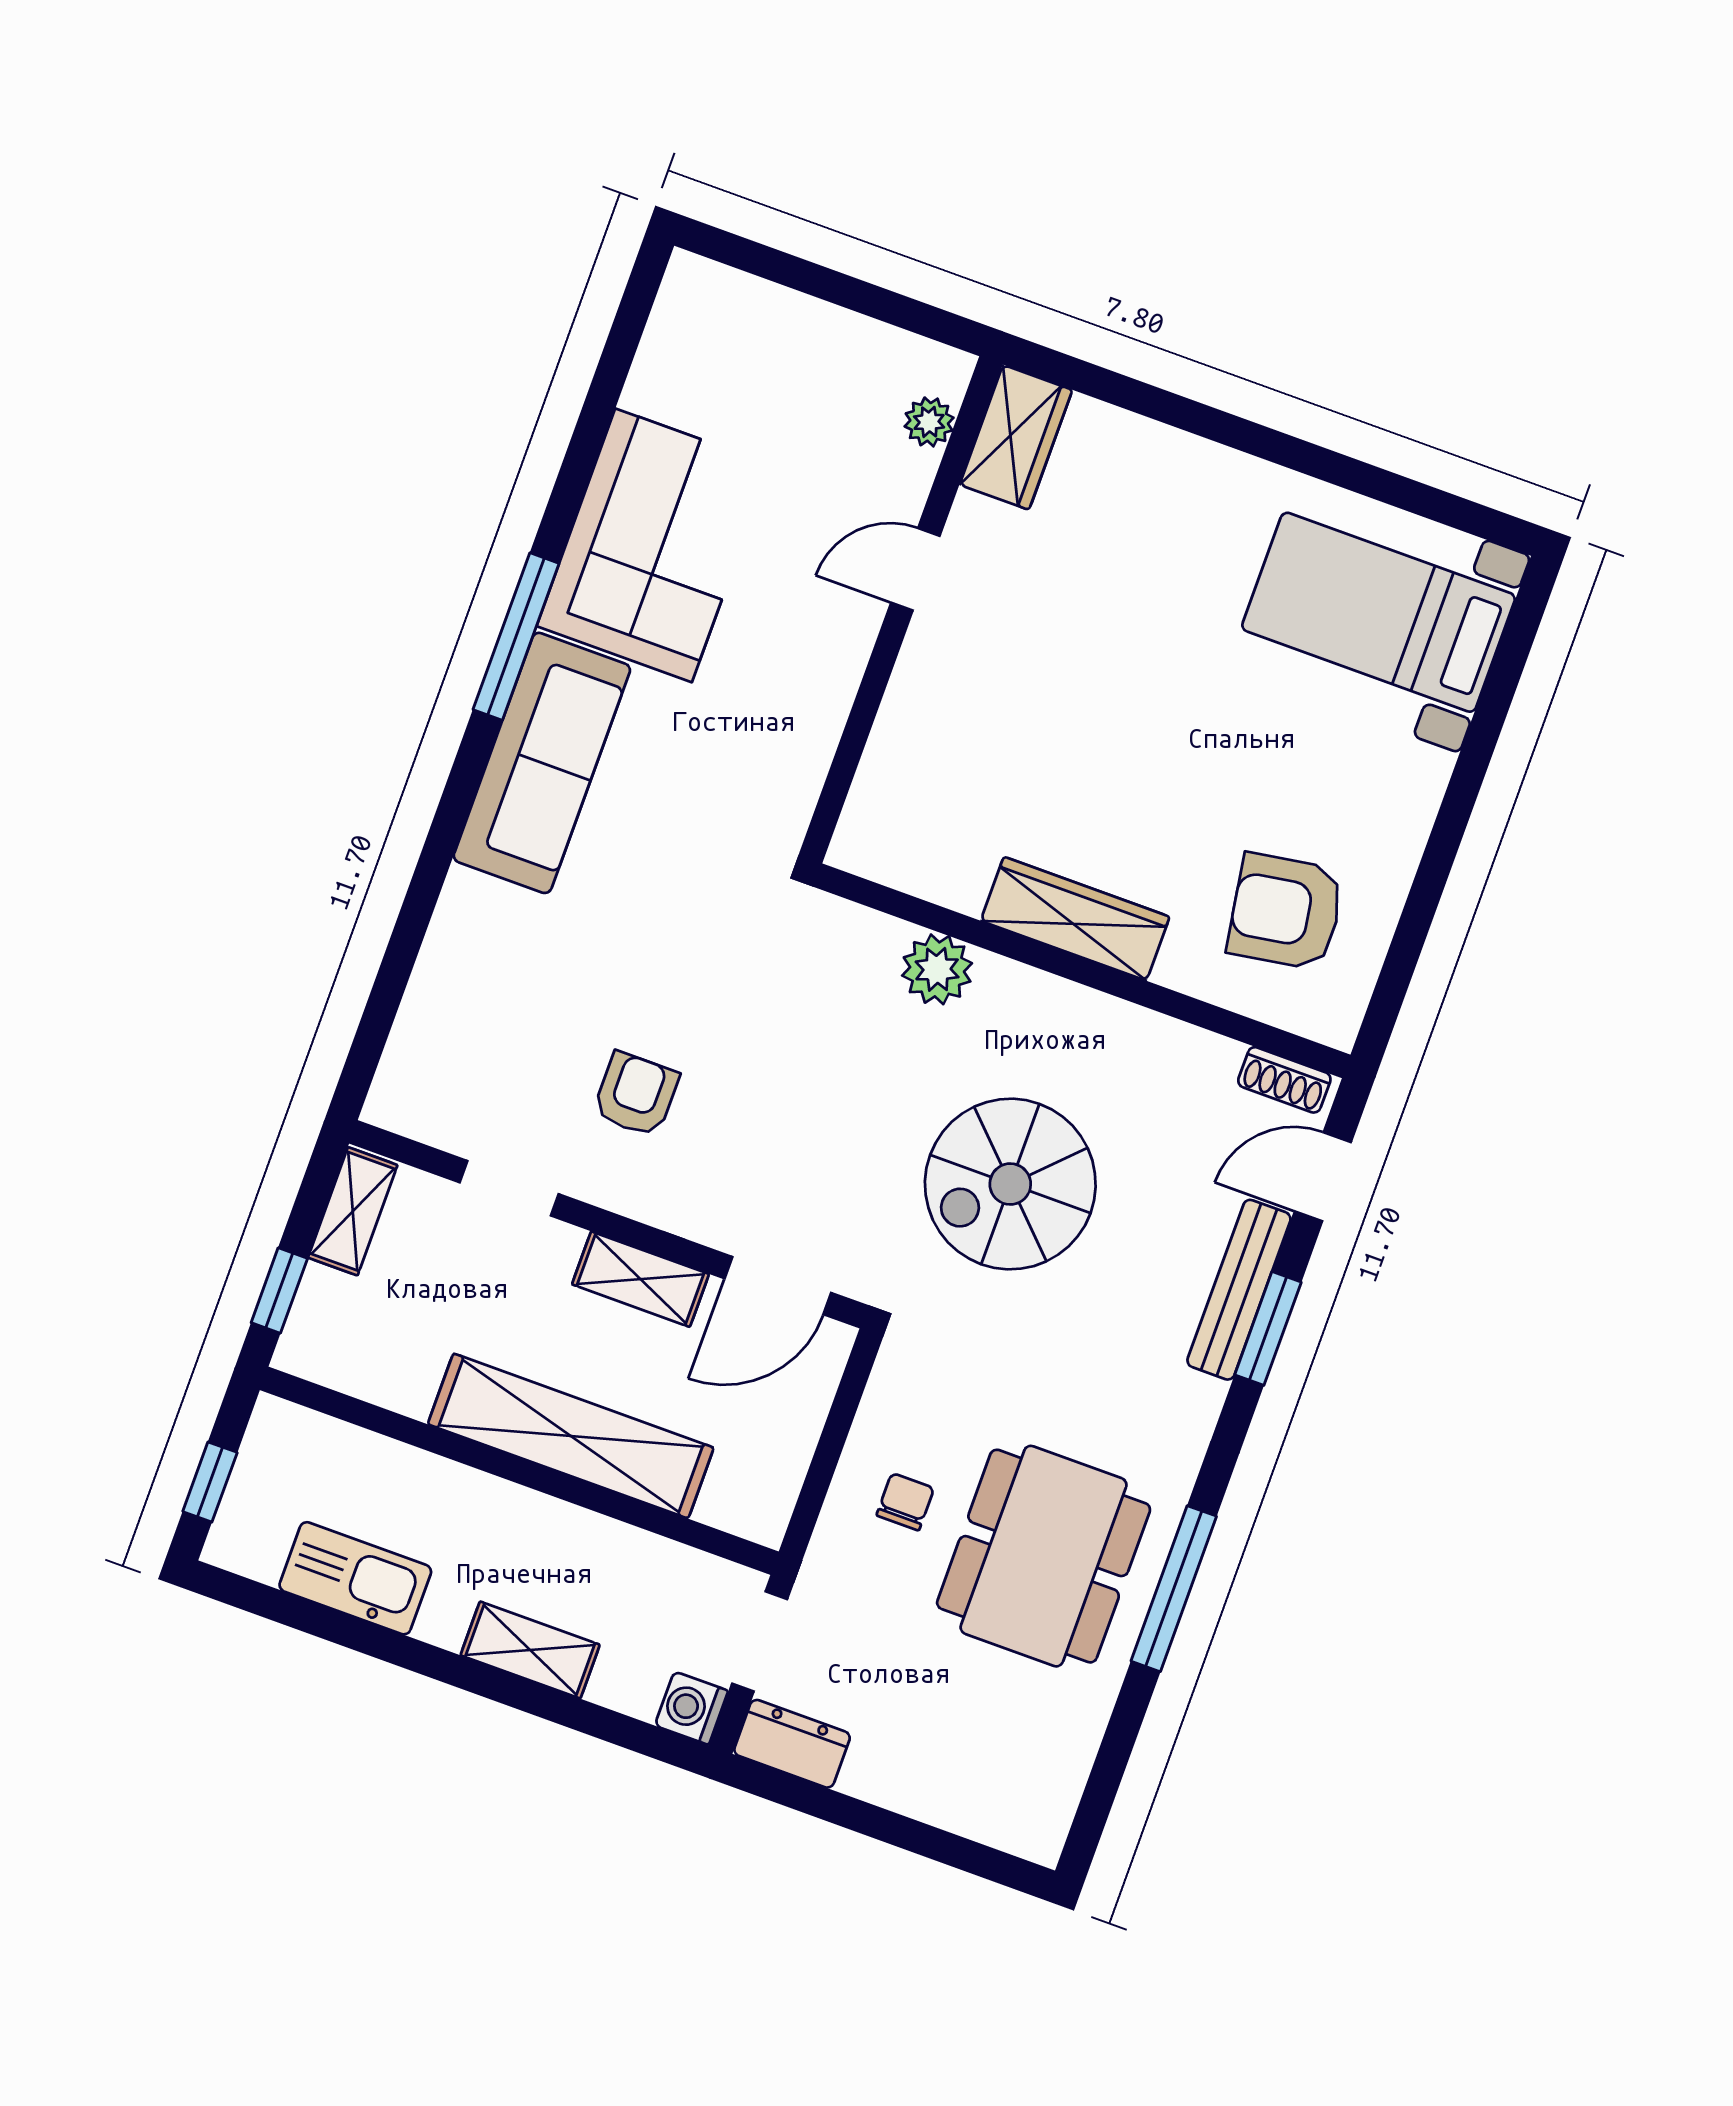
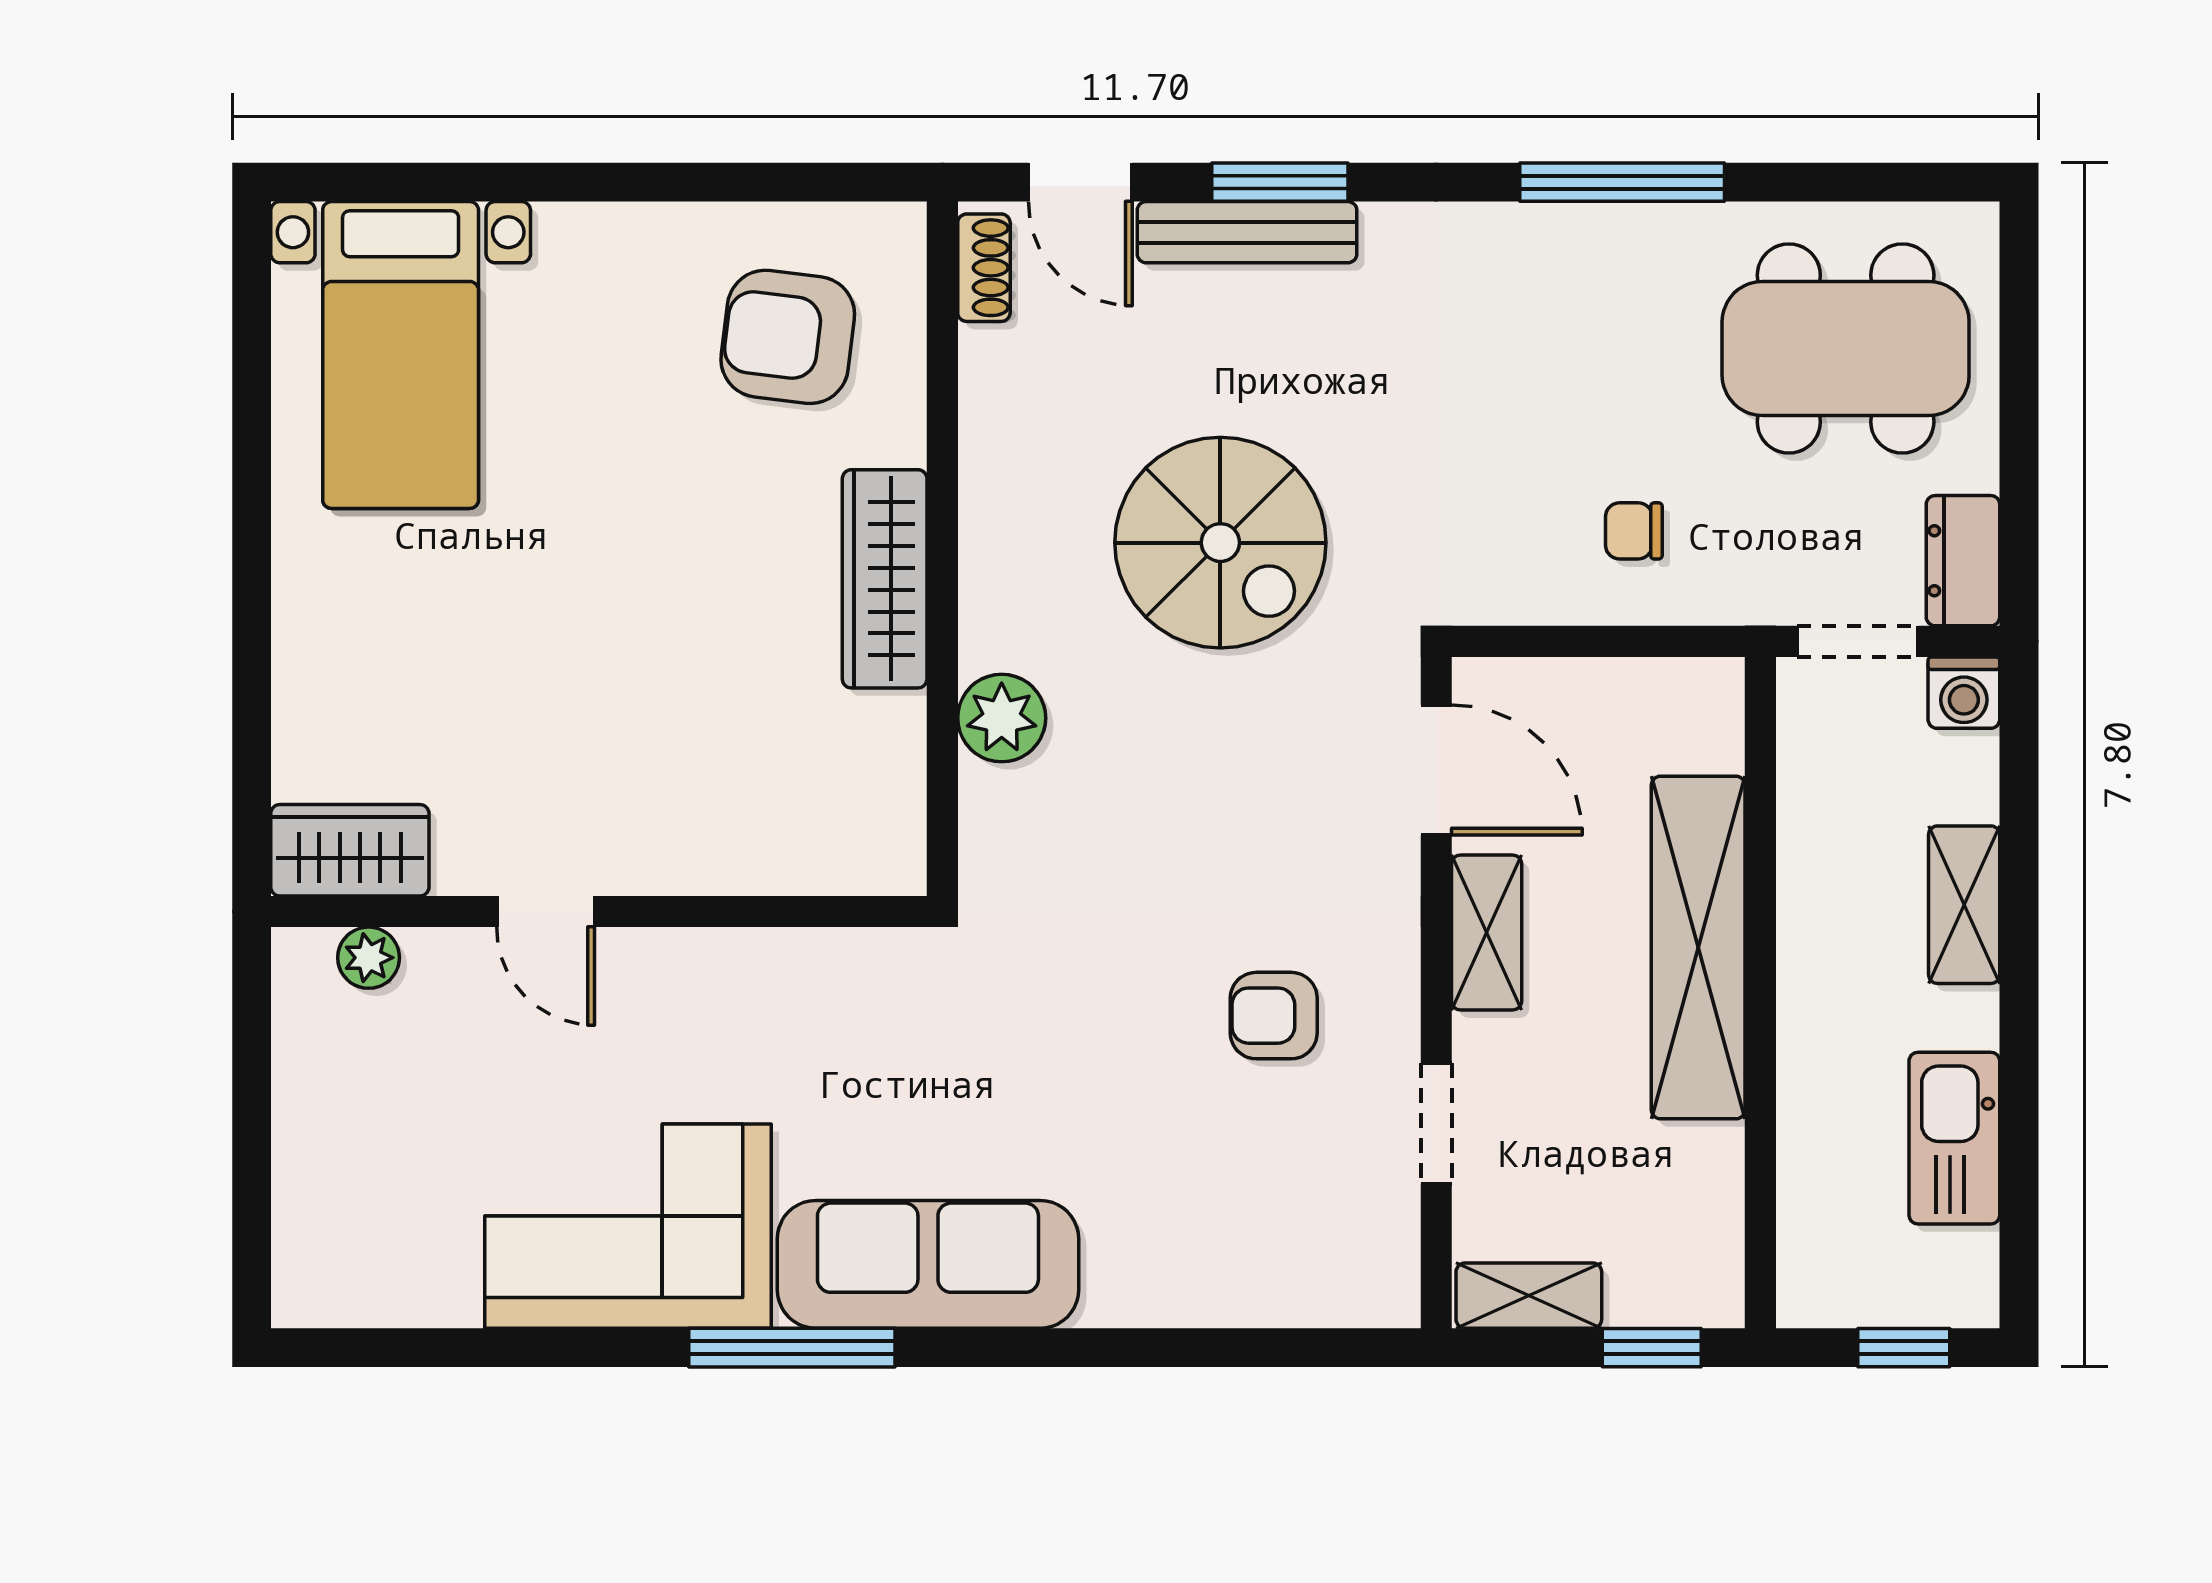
armchair: (1286, 912) -> (788, 337), turned 106
dining table: (1044, 1556) -> (1846, 348), moved

